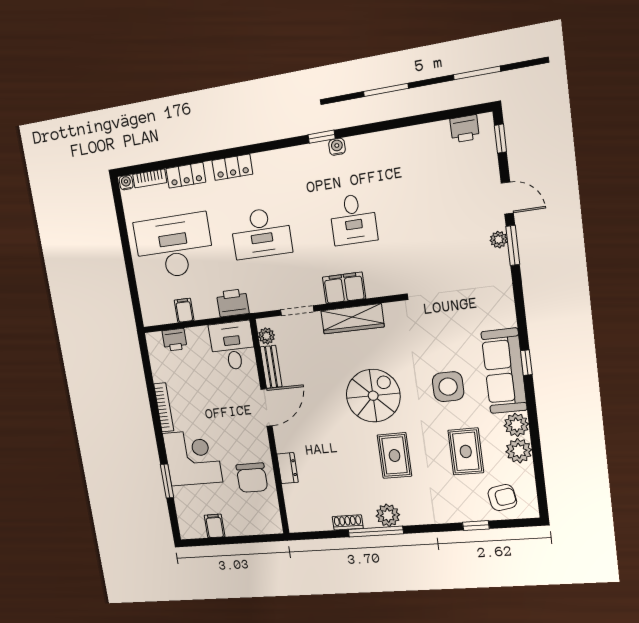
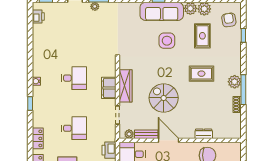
window: (322, 137) -> (30, 103), moved
desk: (261, 233) -> (74, 128), width x0.73
spiral stairs: (373, 396) -> (164, 98), moved
rug: (466, 451) -> (202, 36), turned 90

